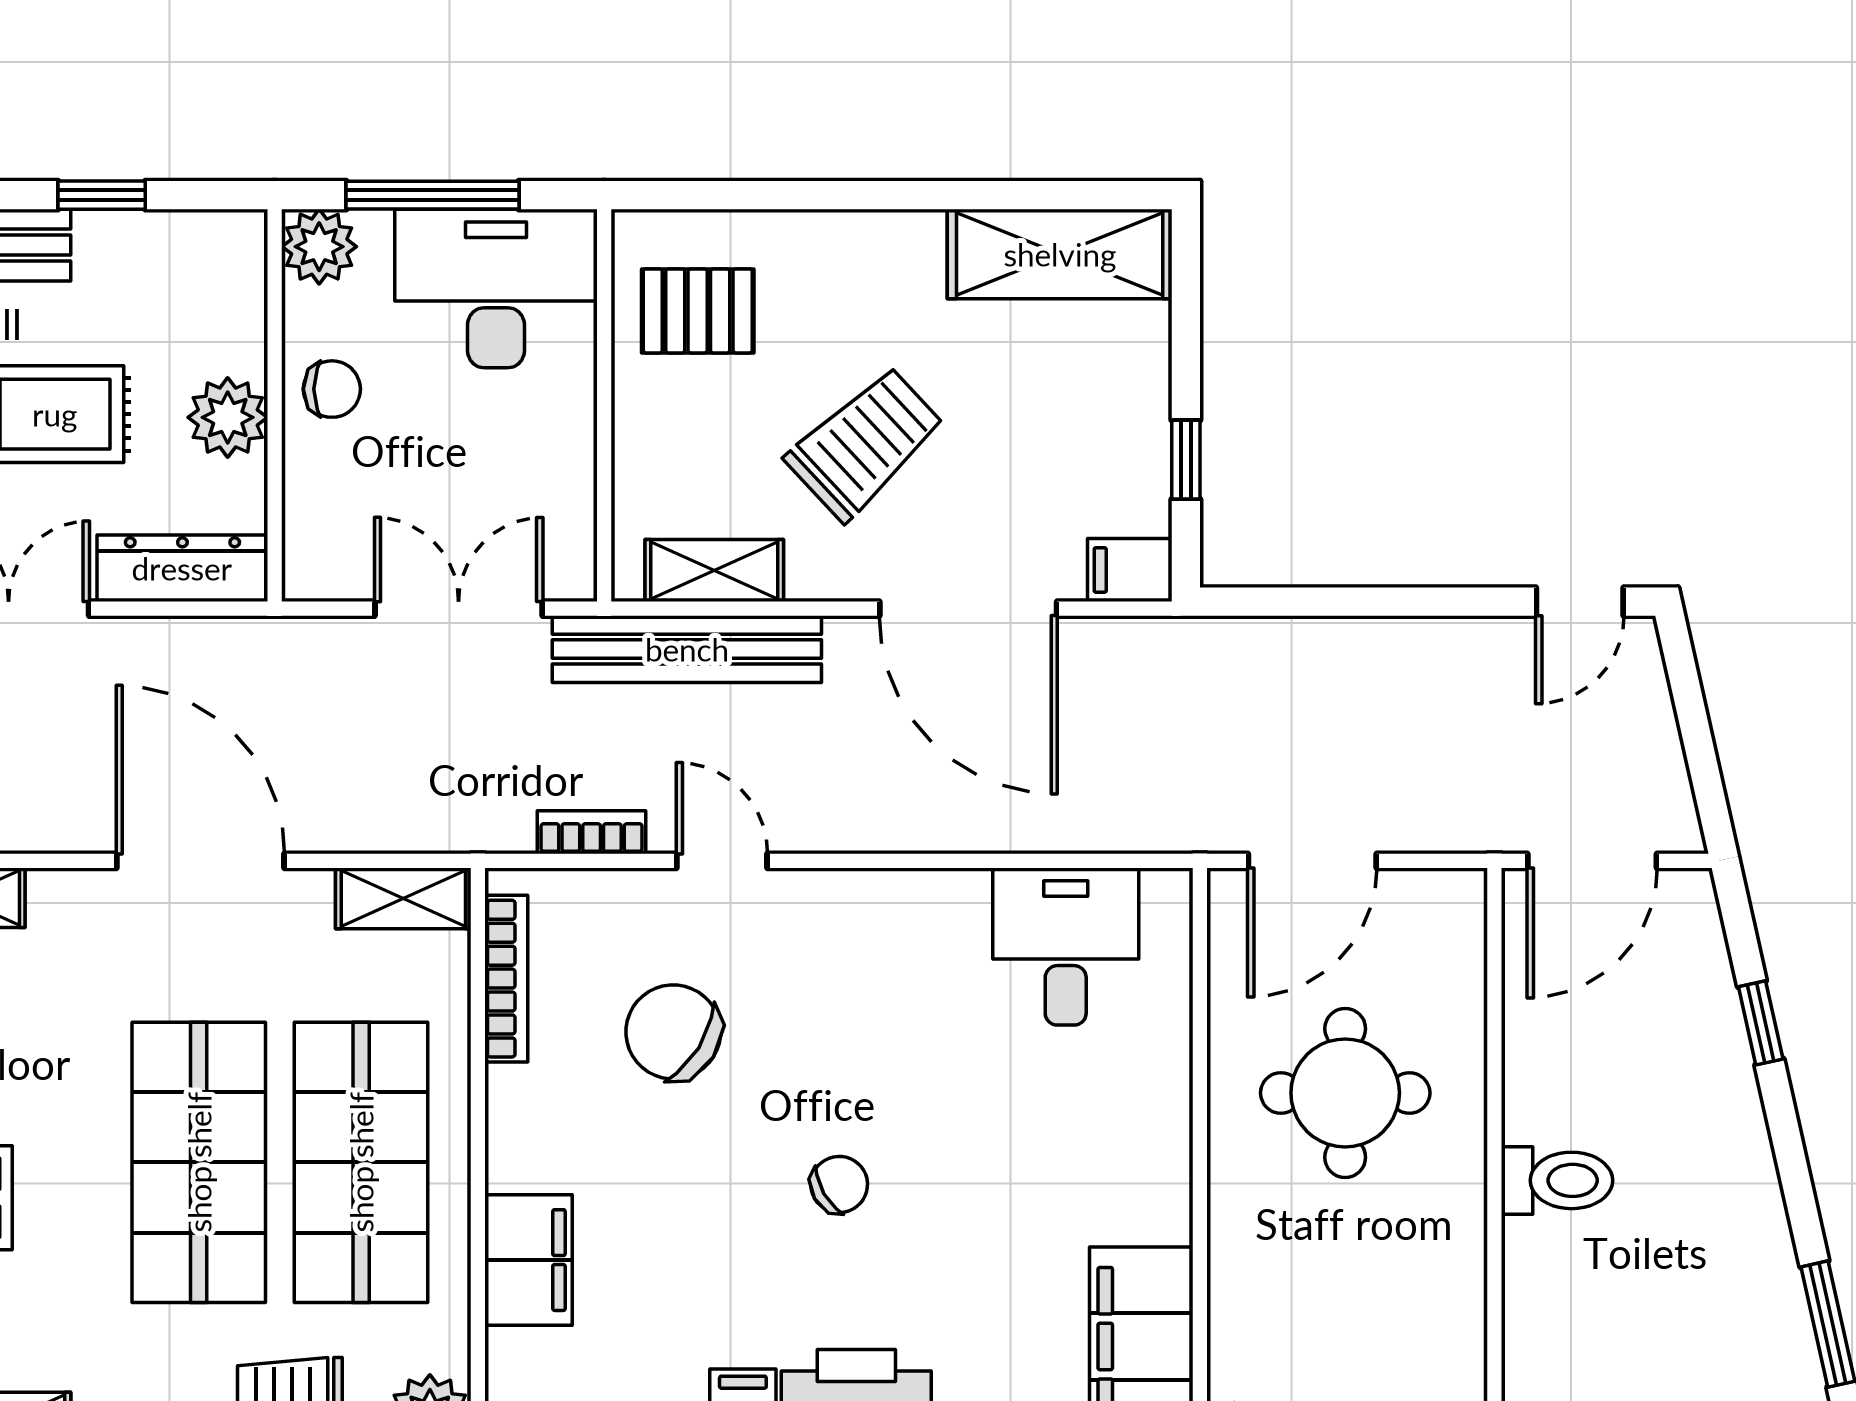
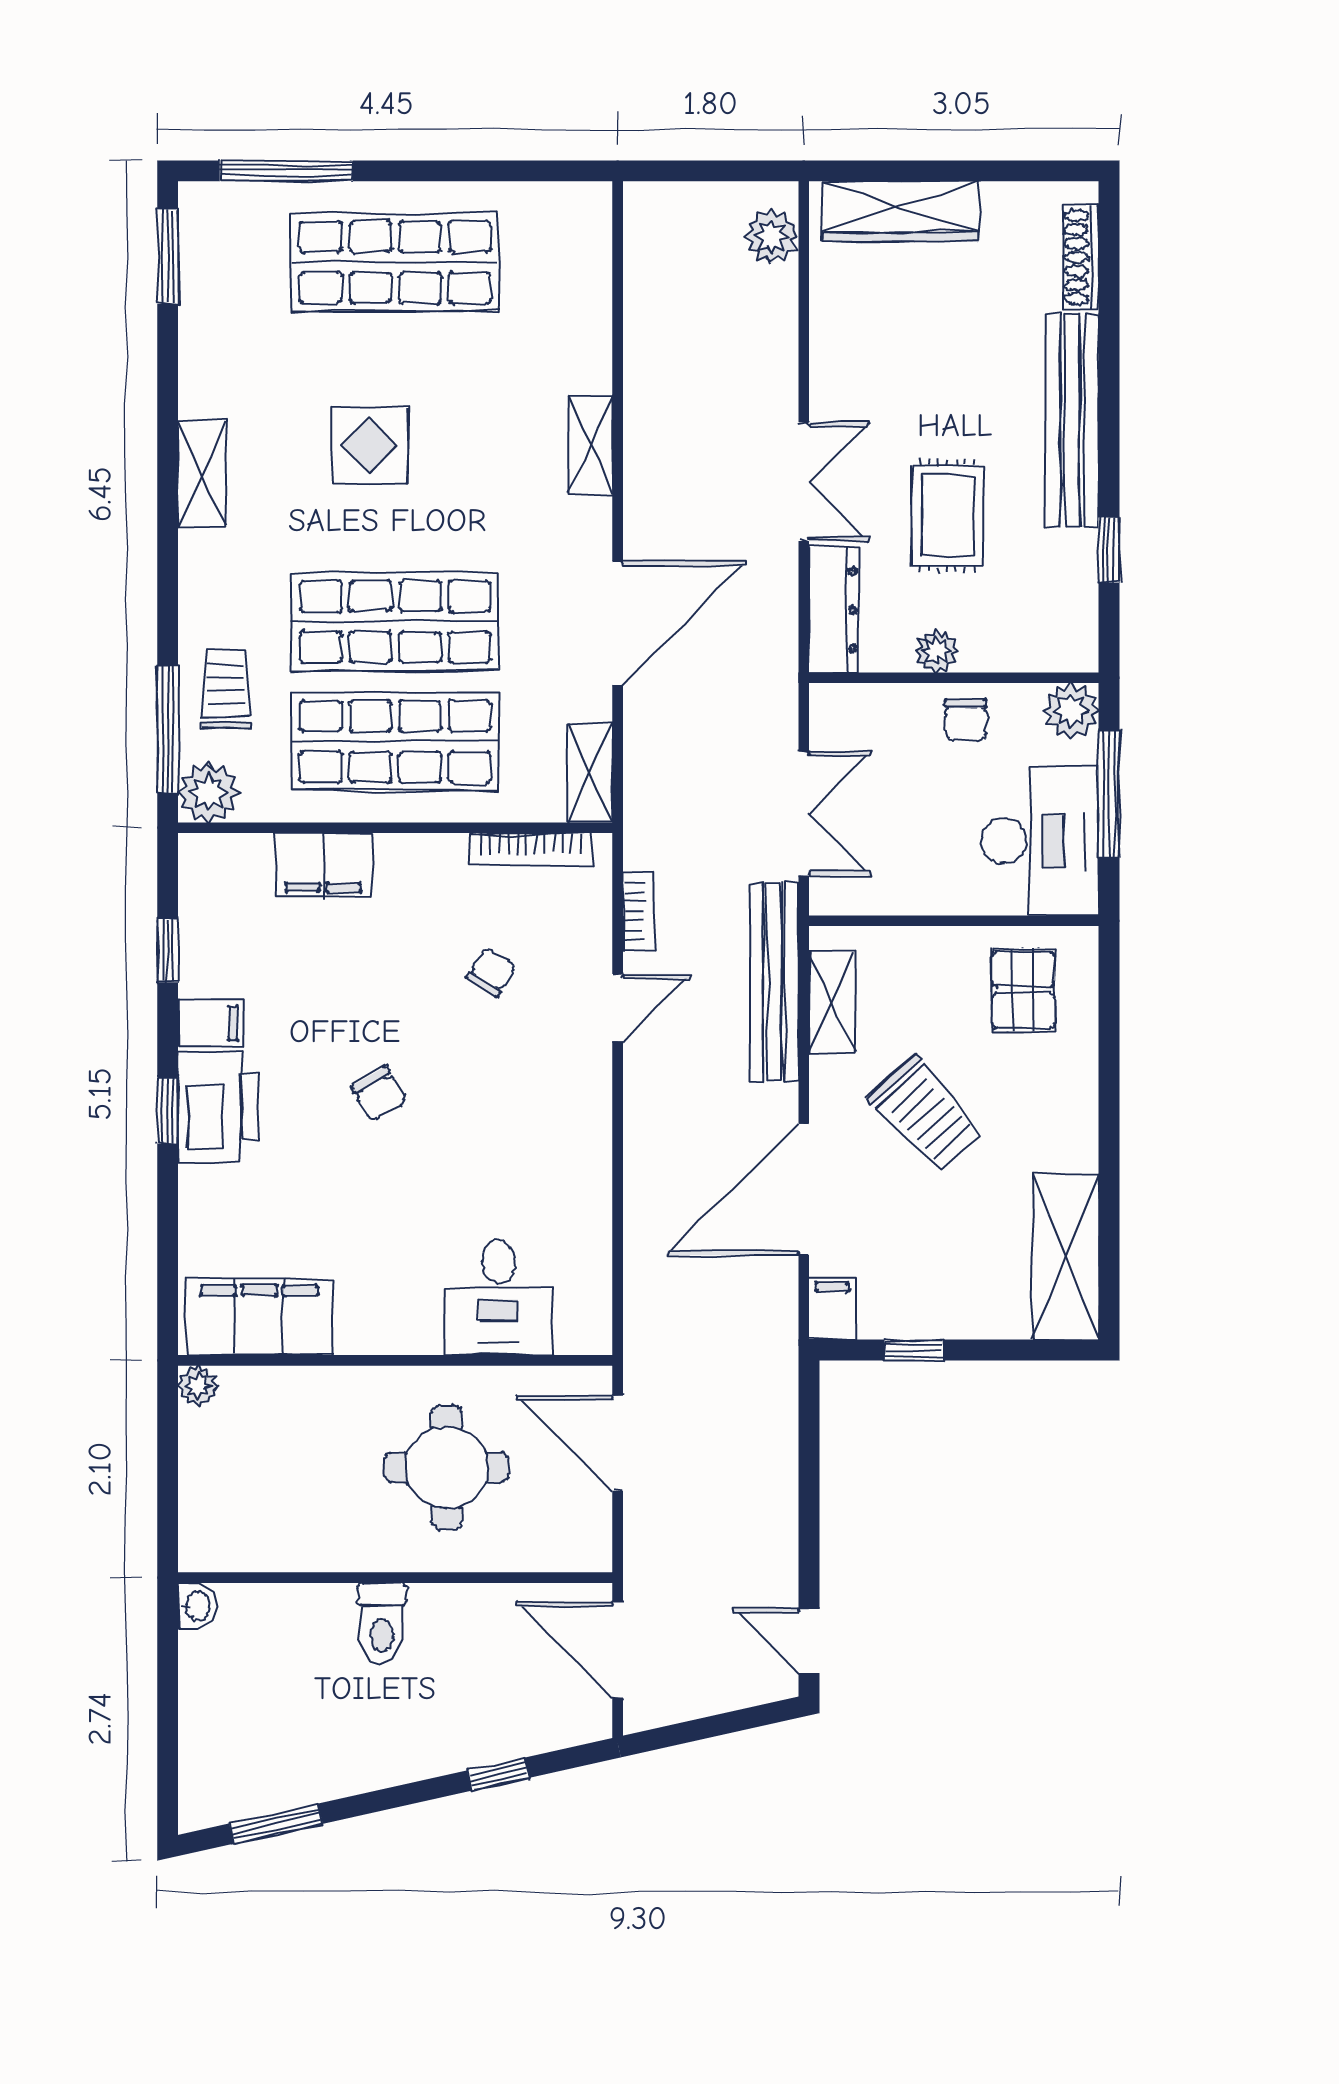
plant: (228, 417) -> (937, 651), width x0.73, depth x0.73
desk: (1066, 947) -> (499, 1297), moved, turned 90
chair: (673, 1032) -> (491, 972), width x0.54, depth x0.54

